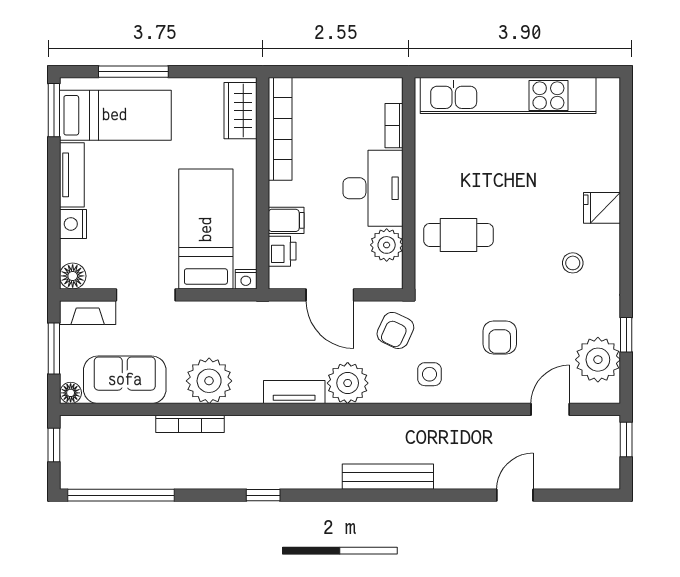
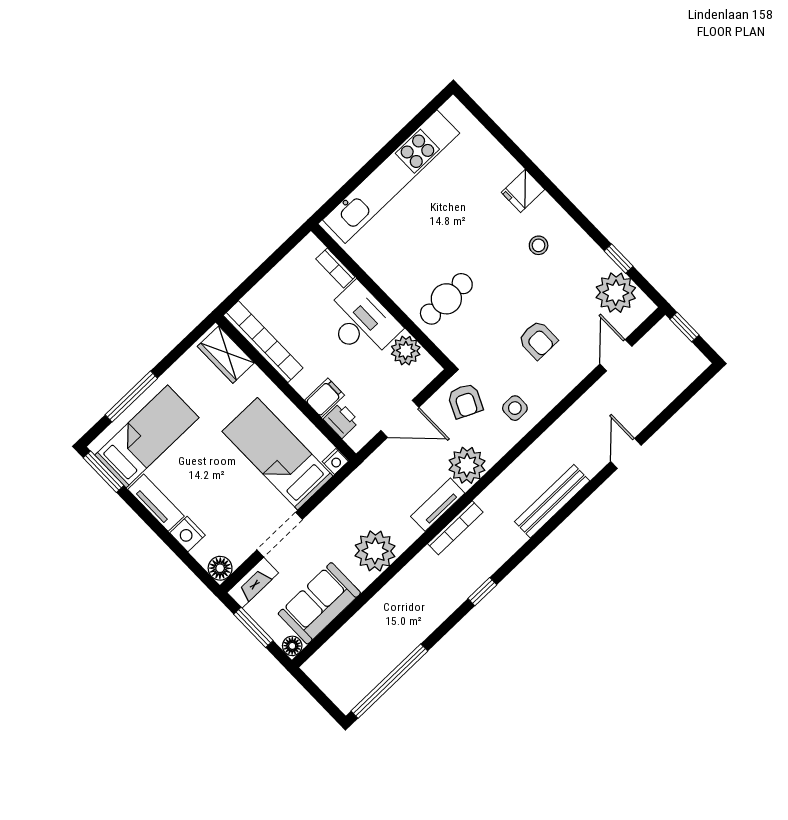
bookcase: (190, 424) -> (455, 528), moved
window: (54, 445) -> (314, 690), removed
door: (515, 495) -> (626, 453), moved

